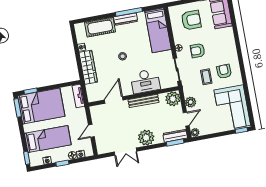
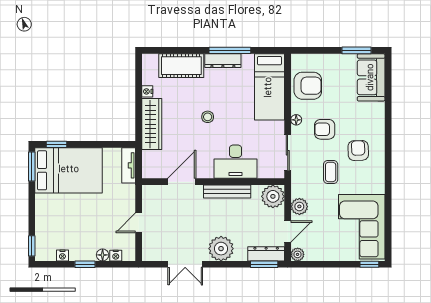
armchair: (191, 20) -> (308, 86), moved
armchair: (224, 71) -> (358, 150), moved
bed: (48, 139) -> (69, 223), removed

